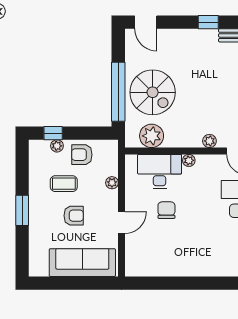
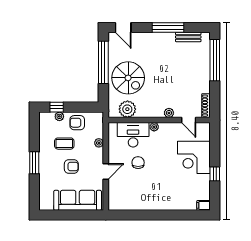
window: (208, 22) -> (168, 27), width x2.17
window: (118, 92) -> (103, 62), moved

